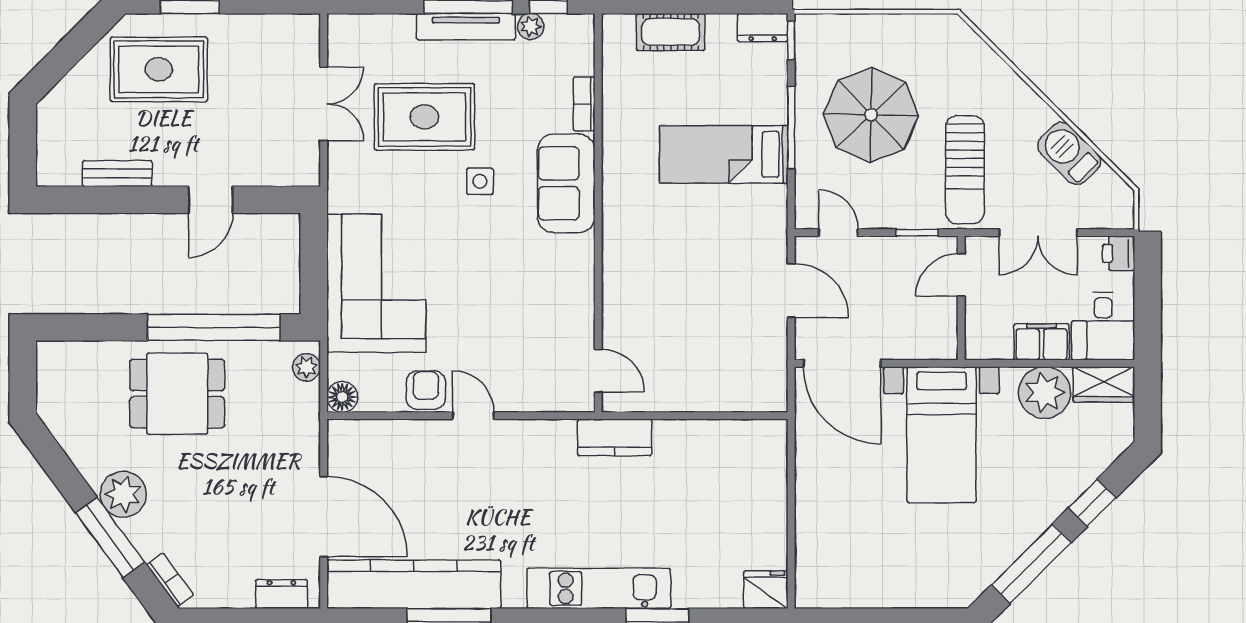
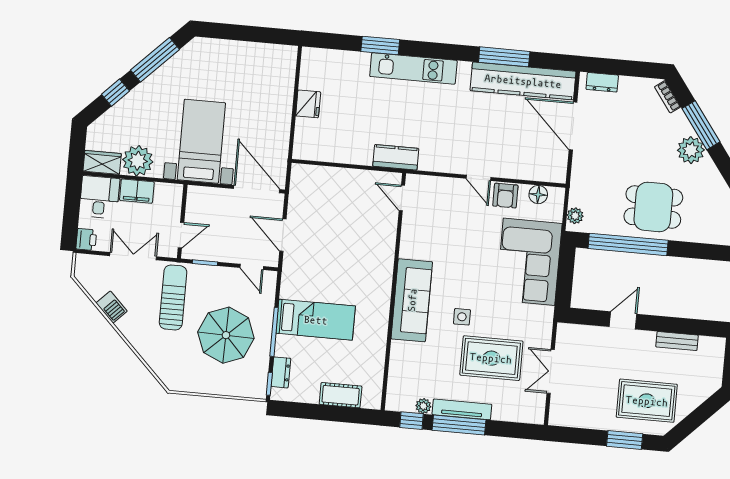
dresser: (763, 28) -> (281, 372), moved, turned 90
bookcase: (584, 104) -> (396, 357), removed
barbecue: (1069, 153) -> (112, 307), width x0.73, depth x0.79
sofa: (566, 183) -> (412, 300), width x1.36
floor lamp: (342, 397) -> (538, 195), moved
fridge: (766, 590) -> (308, 104), moved, turned -90

